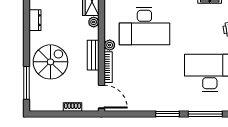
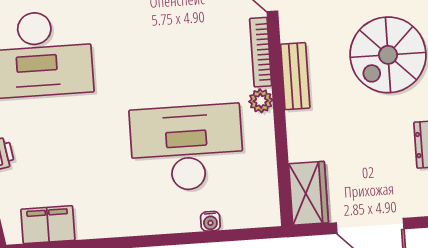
plant: (94, 22) -> (299, 149), removed

